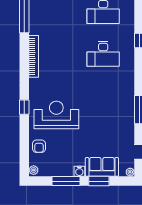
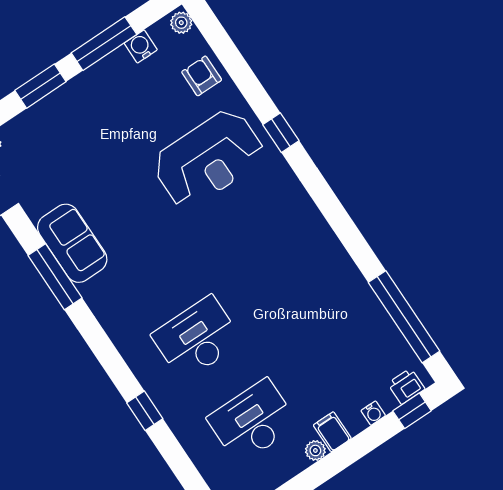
bookcase: (34, 56) -> (329, 243), removed
sofa: (102, 167) -> (72, 243), moved, turned -90
water cooler: (79, 171) -> (141, 46), moved

